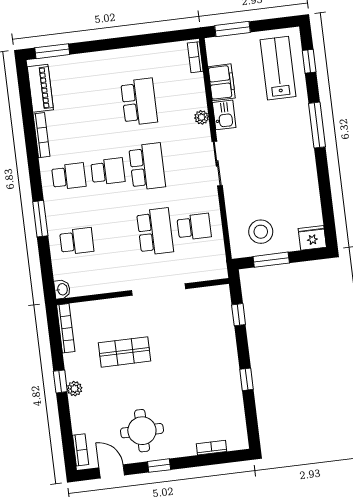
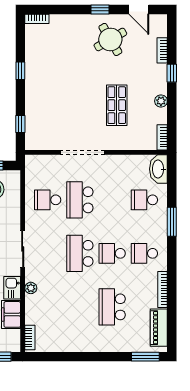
school desk: (139, 102) -> (112, 307), moved
washbasin: (62, 289) -> (158, 169), width x1.91, depth x1.45
bookcase: (66, 328) -> (162, 137), width x0.64
shop shelf: (124, 352) -> (117, 105), turned 90
window: (60, 381) -> (172, 73), moved
plant: (75, 389) -> (161, 101), moved
round table: (142, 431) -> (110, 39), turned -30
bookcase: (212, 448) -> (37, 19), moved
bookcase: (81, 450) -> (162, 50), moved

